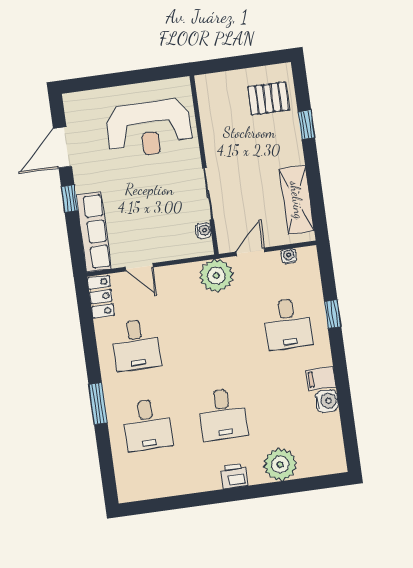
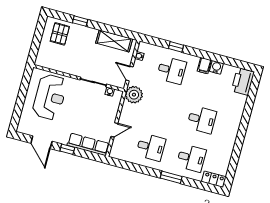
locker: (101, 297) -> (214, 179), moved
plant: (280, 465) -> (237, 103), removed
printer: (234, 476) -> (243, 81), moved, width x1.87, depth x1.48

